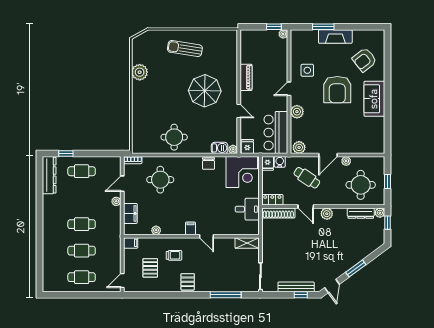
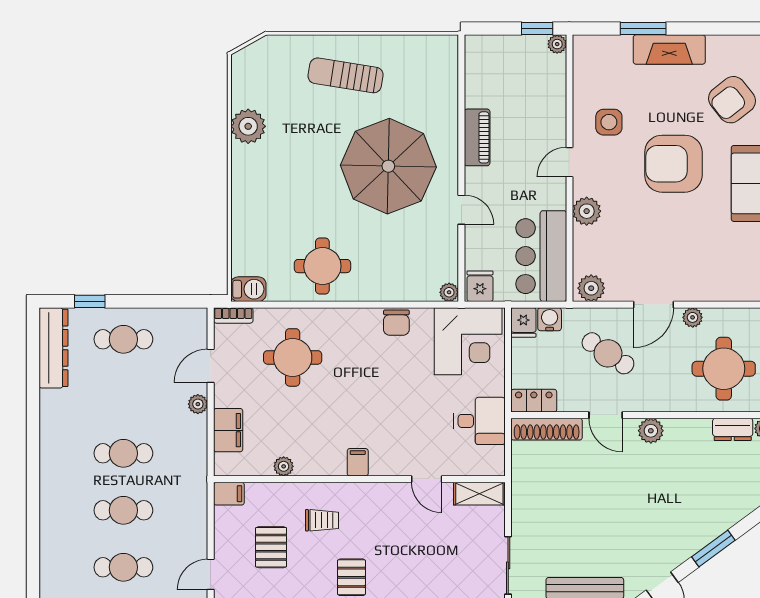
armchair: (337, 90) -> (673, 164), turned 90
parasol: (205, 91) -> (388, 166), width x1.36, depth x1.36
barbecue: (220, 148) -> (248, 289), moved
dresser: (361, 213) -> (733, 429), width x0.70
door: (206, 236) -> (427, 479), moved

